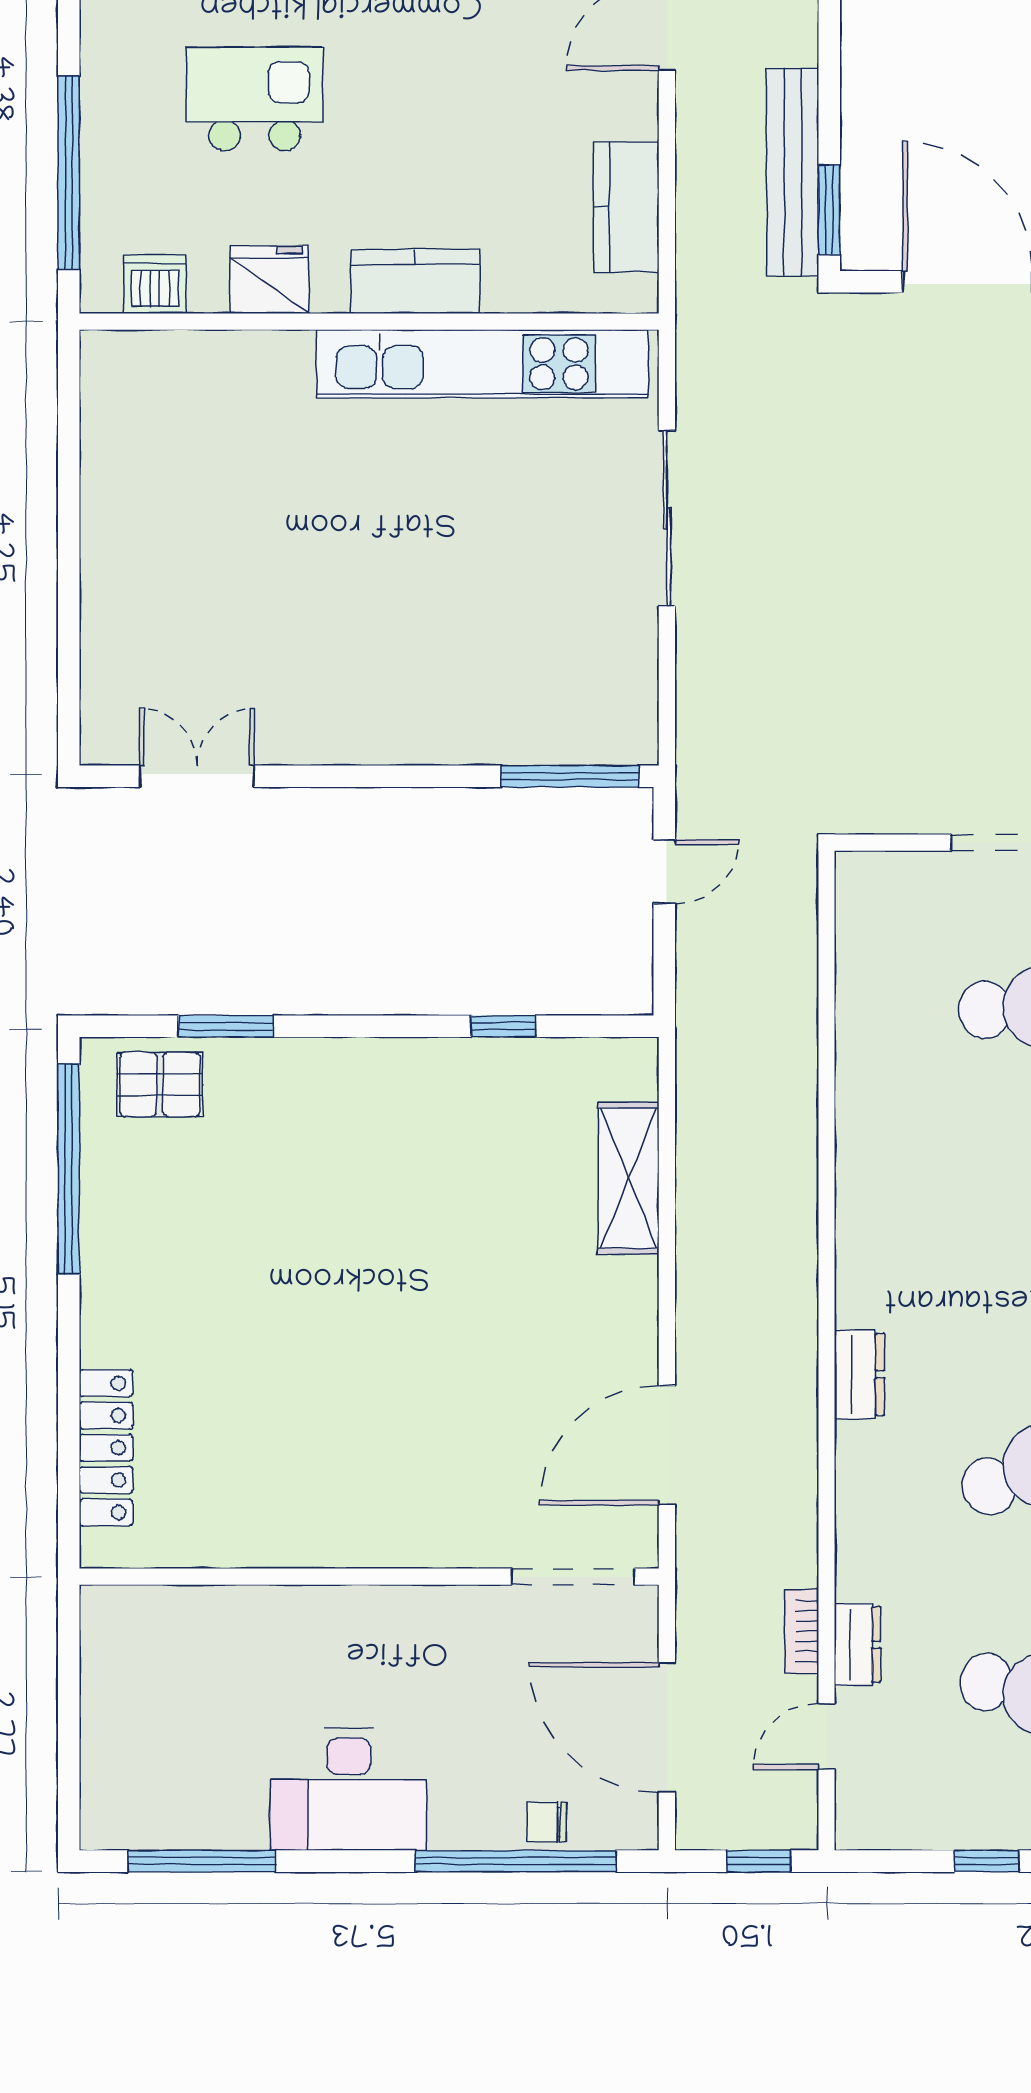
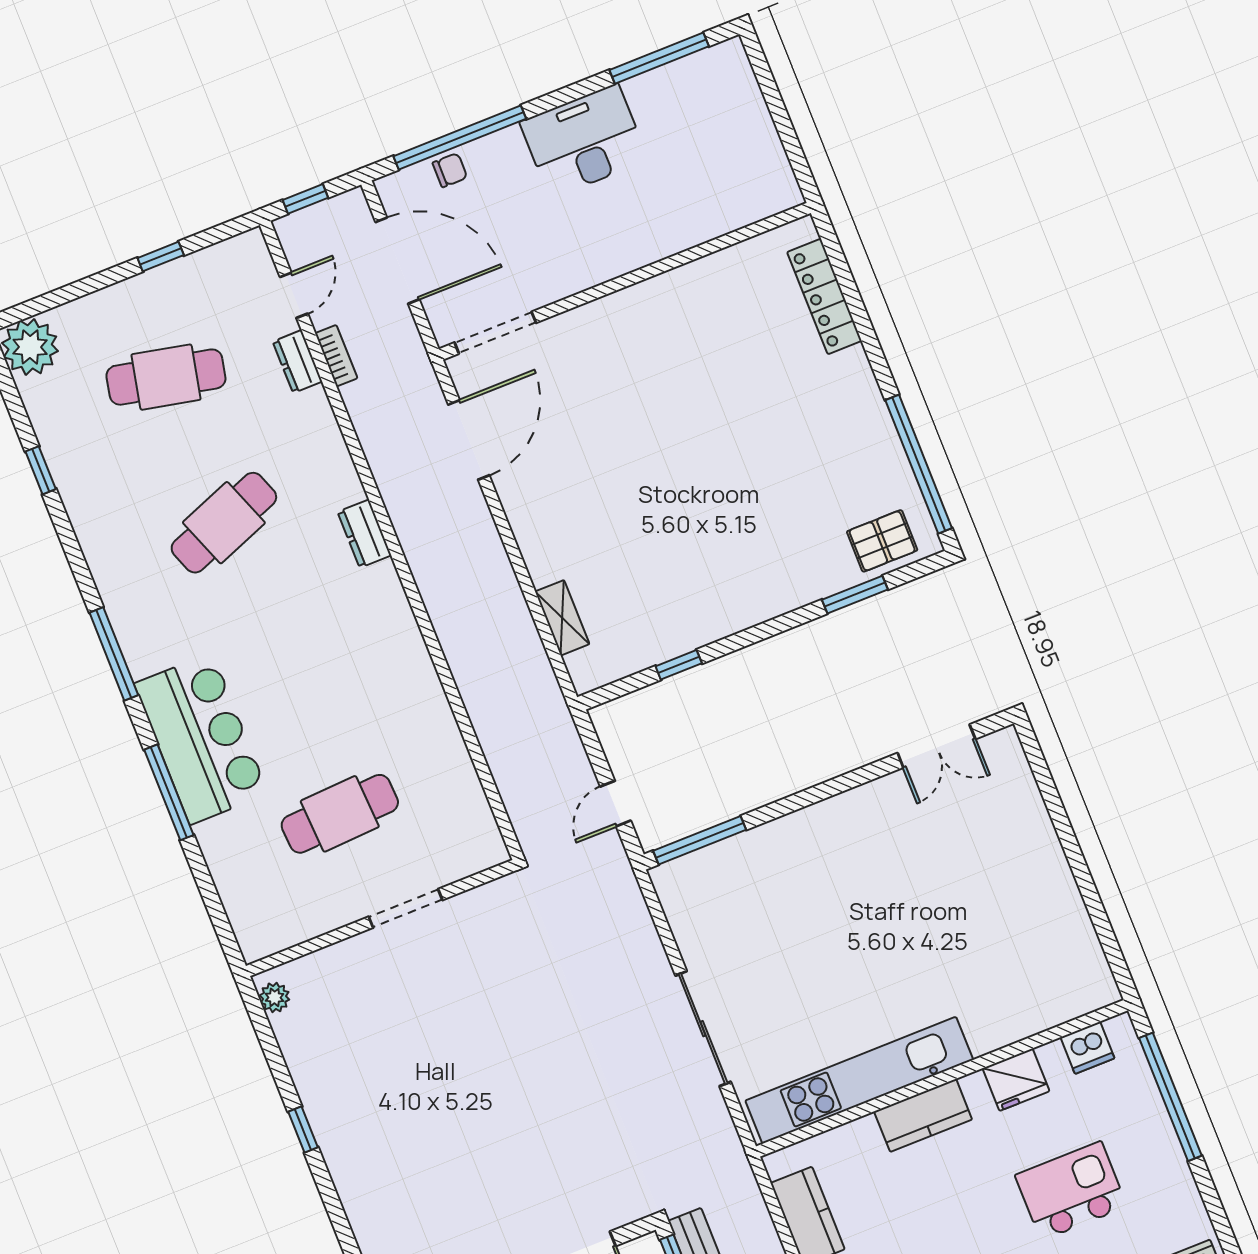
kitchen island: (255, 99) -> (1071, 1191), turned 180
shelving: (629, 1178) -> (562, 618), width x0.67, depth x0.75

